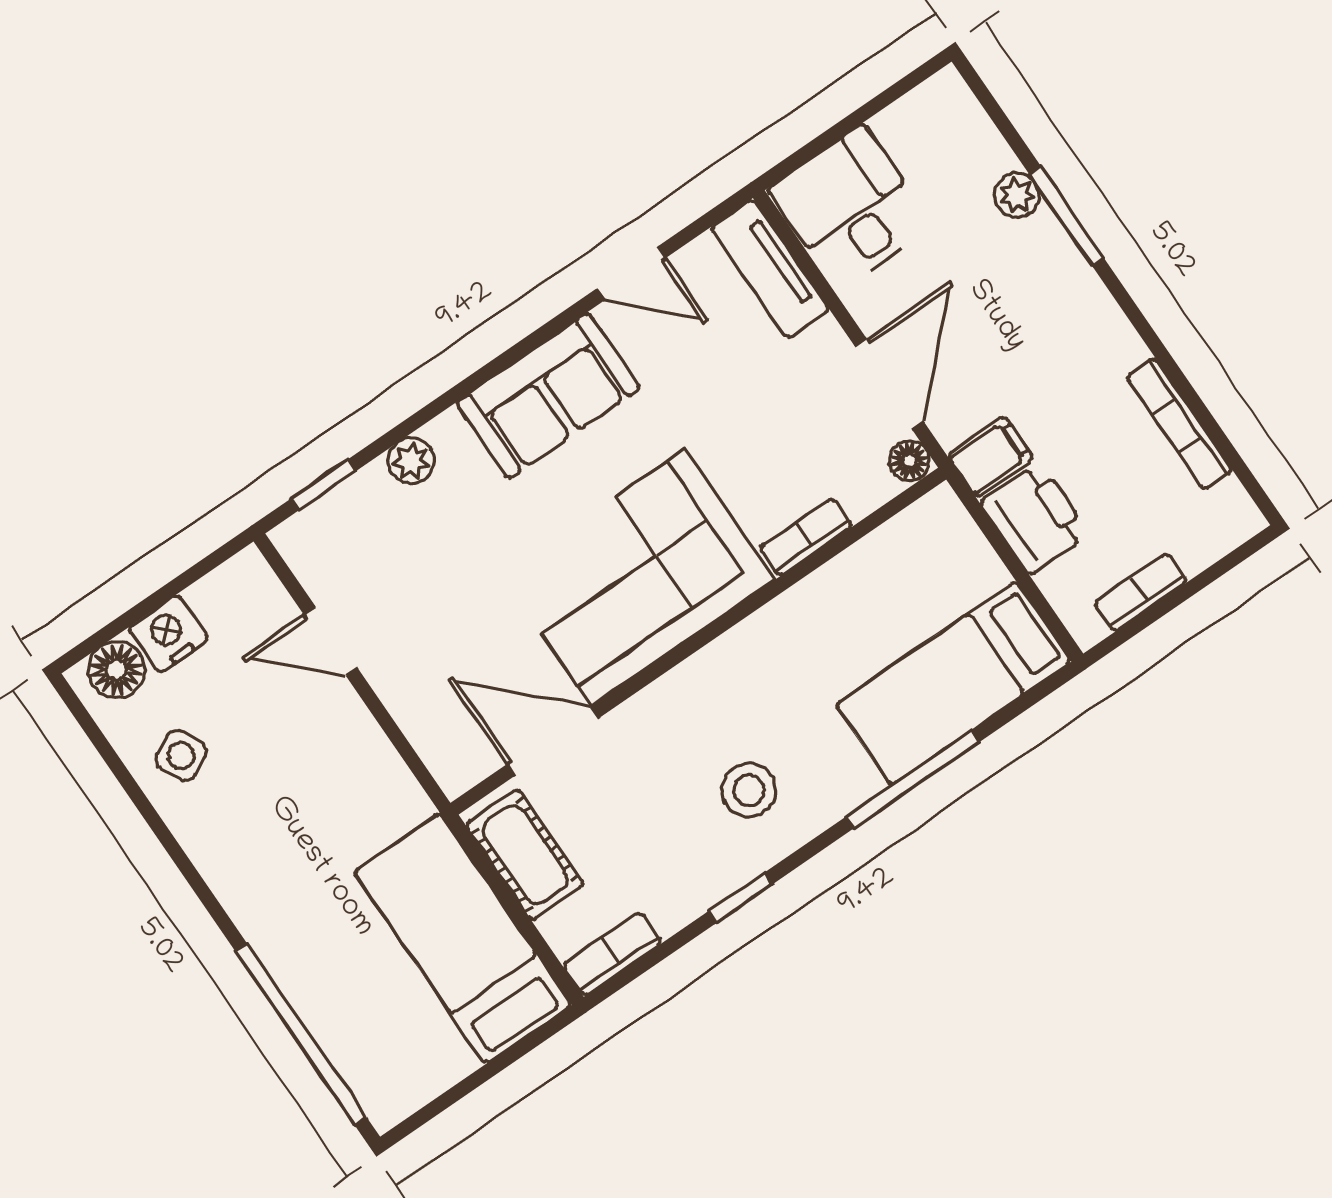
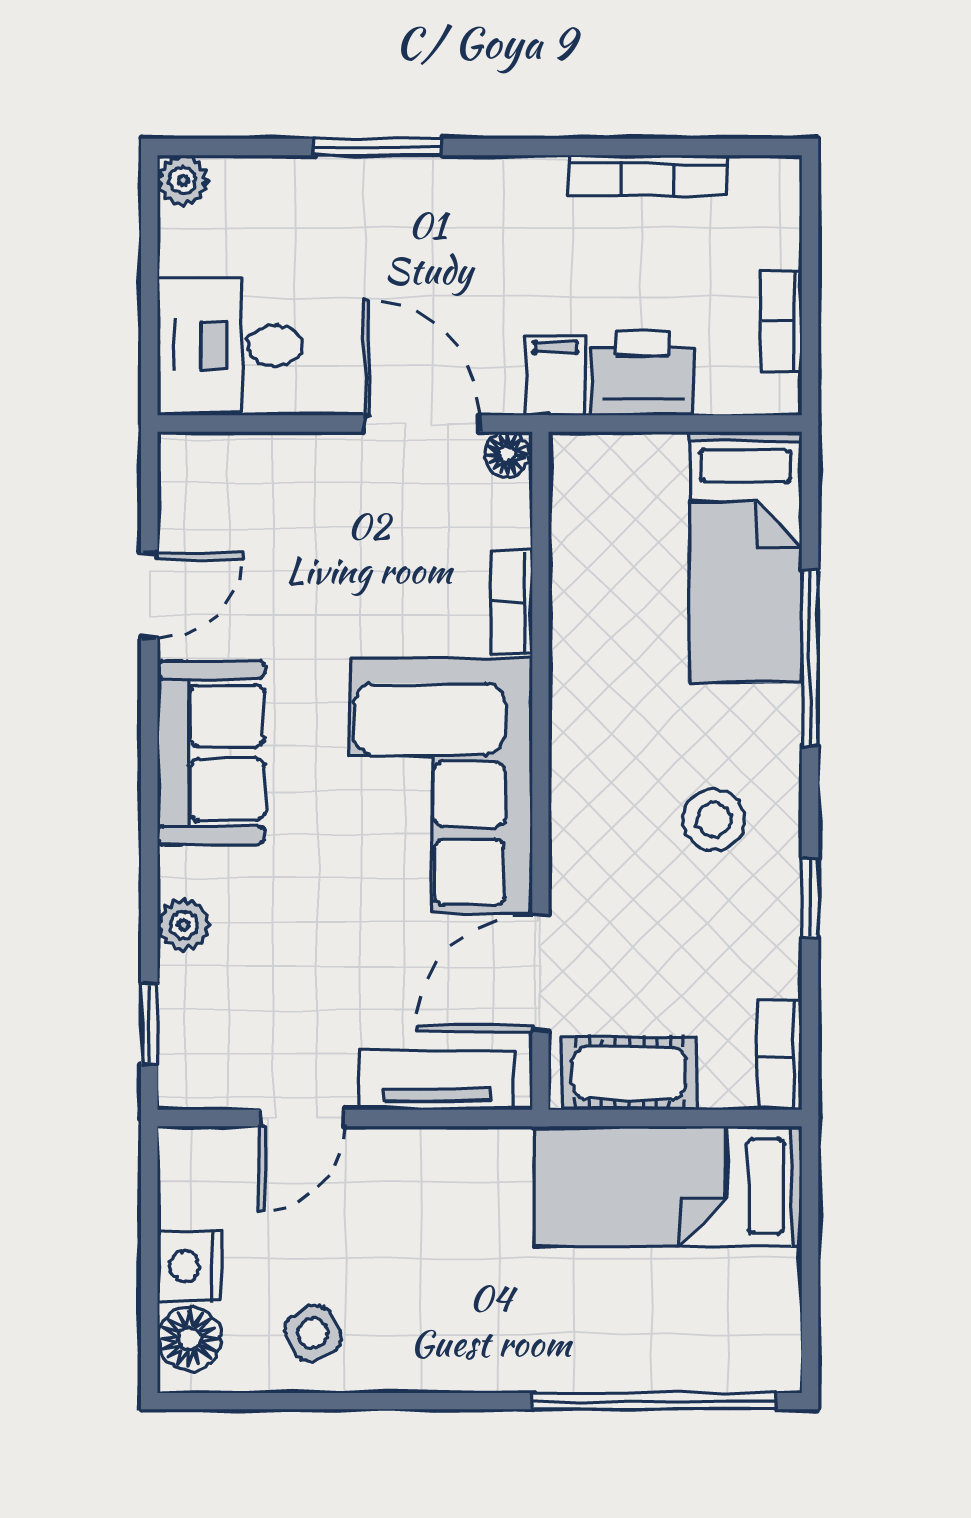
plant: (1017, 195) -> (183, 181), moved
tv unit: (770, 269) -> (437, 1080), moved, turned 180

